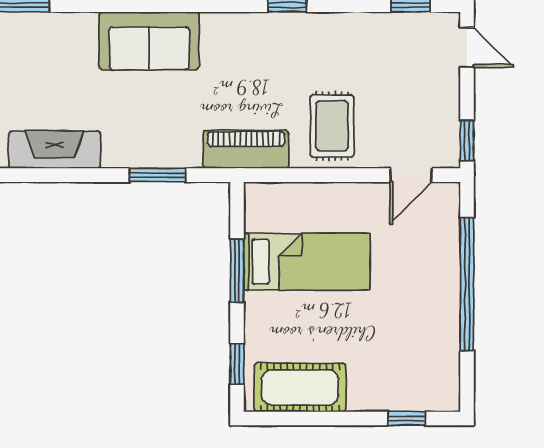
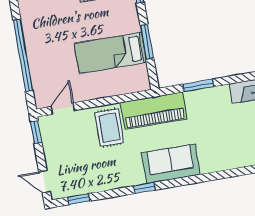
sofa: (149, 41) -> (171, 164), moved
piano: (246, 149) -> (154, 111), width x1.37, depth x1.33

